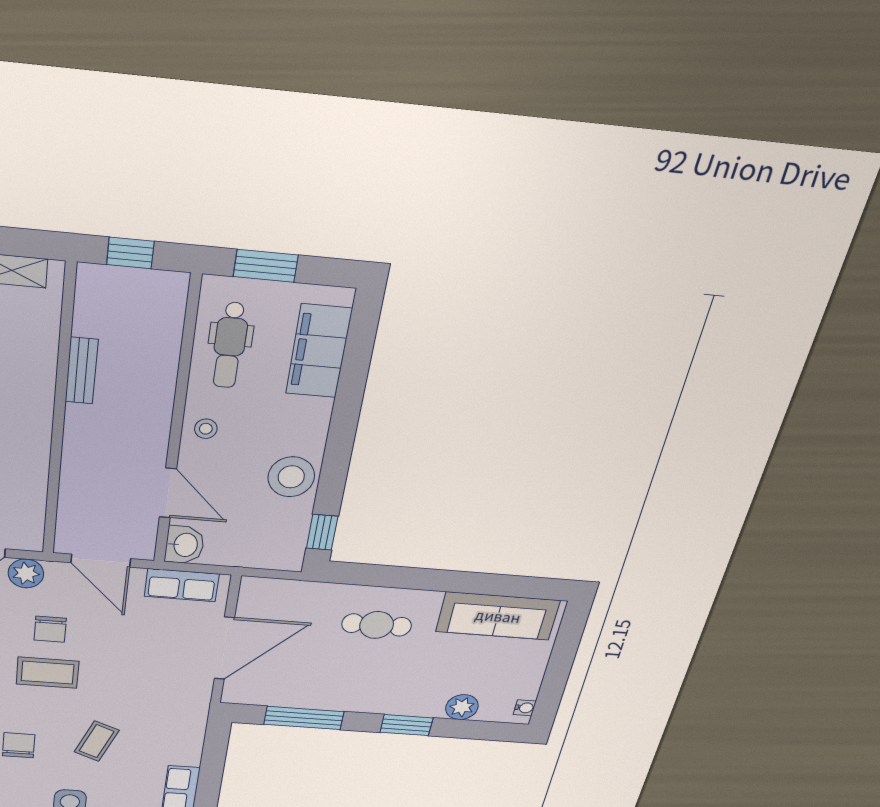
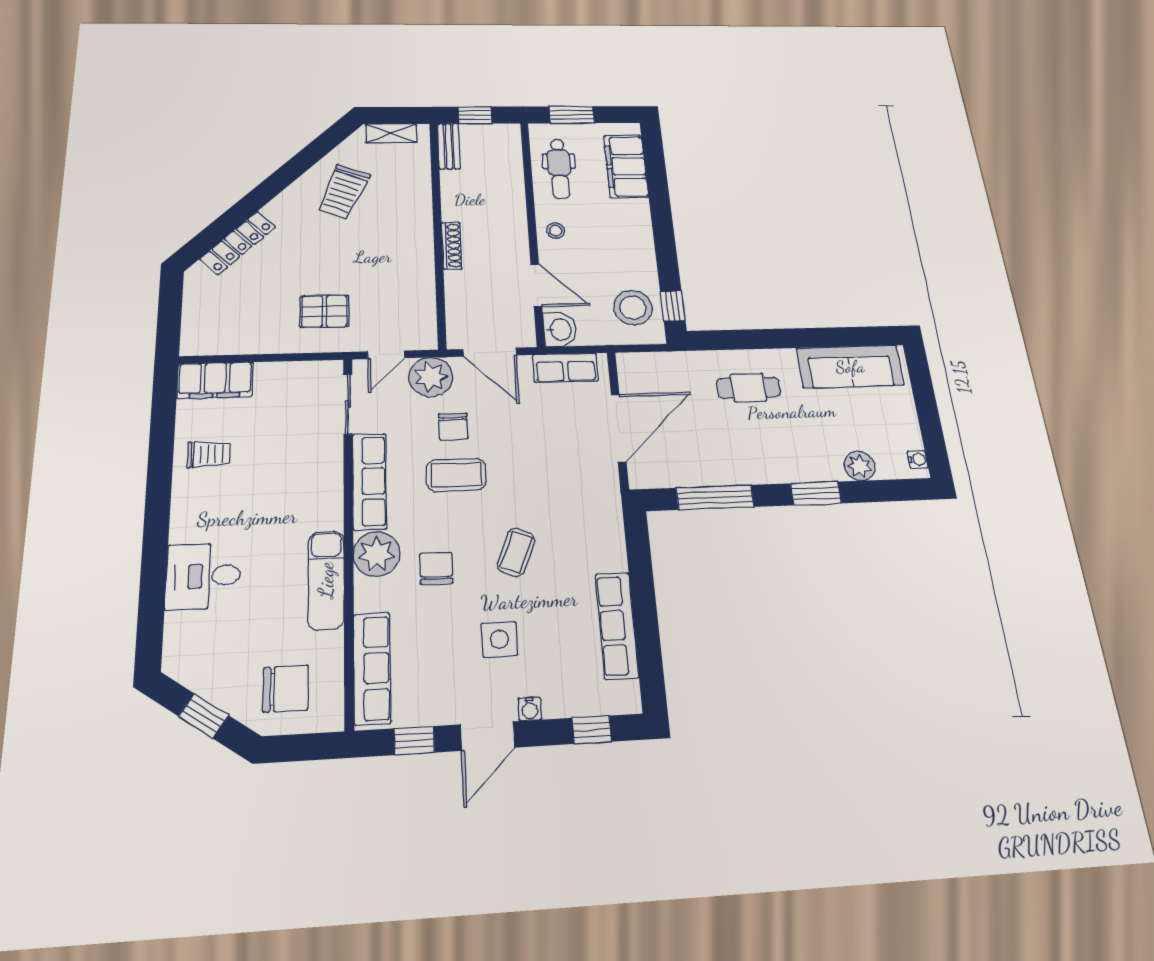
bench: (82, 371) -> (449, 146), moved
shoe rack: (74, 435) -> (452, 246), added
stool: (291, 477) -> (633, 308), moved
plant: (26, 573) -> (431, 377), width x1.36, depth x1.36

